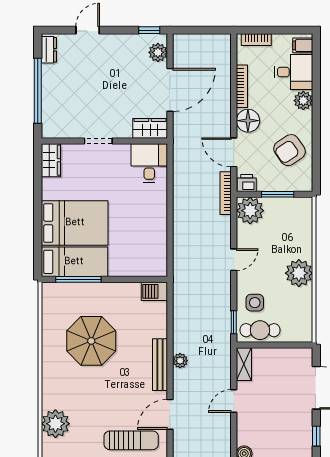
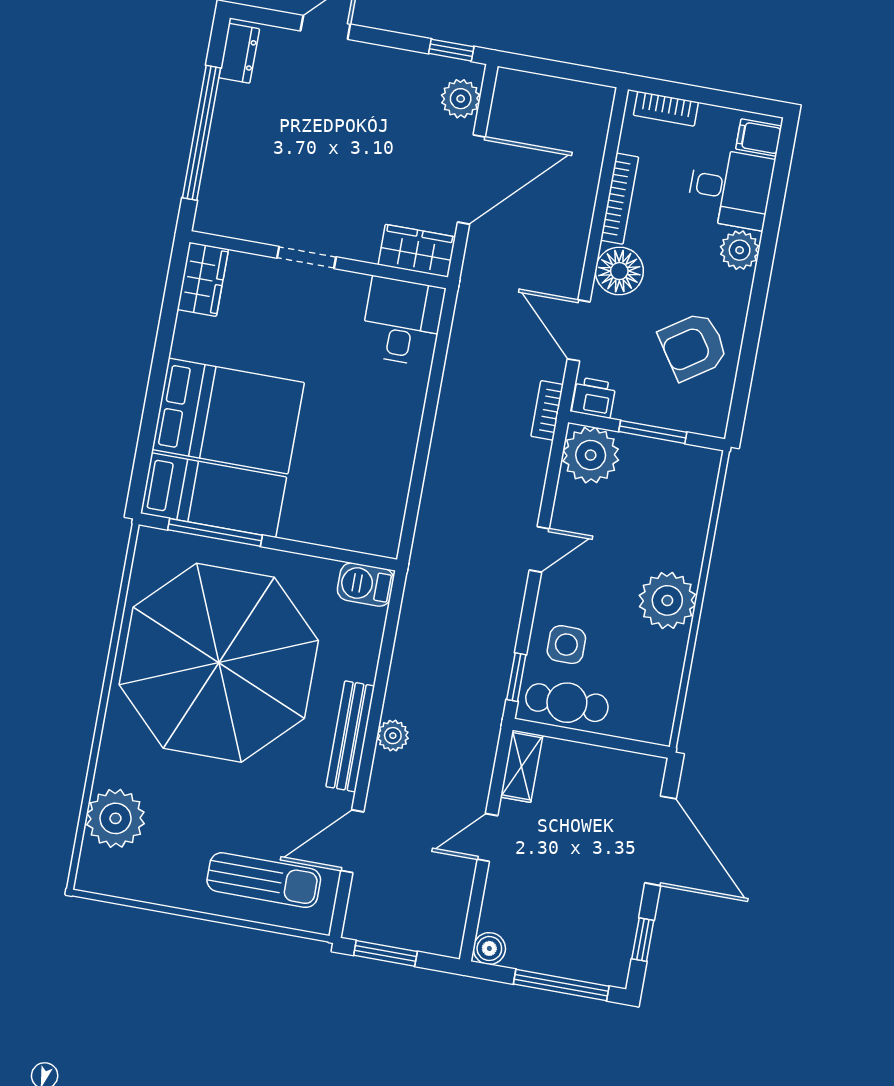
bookcase: (226, 193) -> (547, 410), width x0.64
parasol: (91, 341) -> (219, 663), width x1.86, depth x1.86

